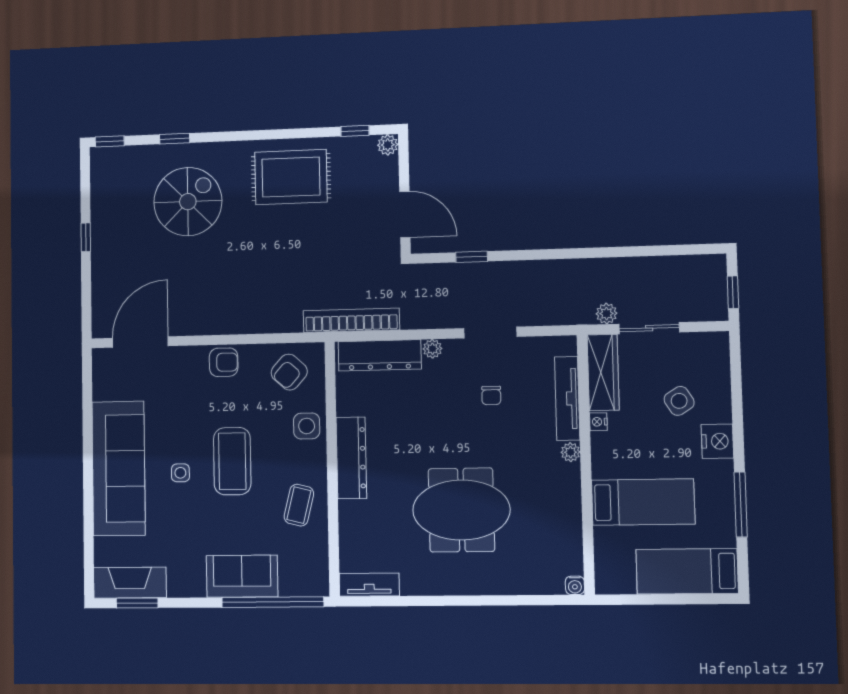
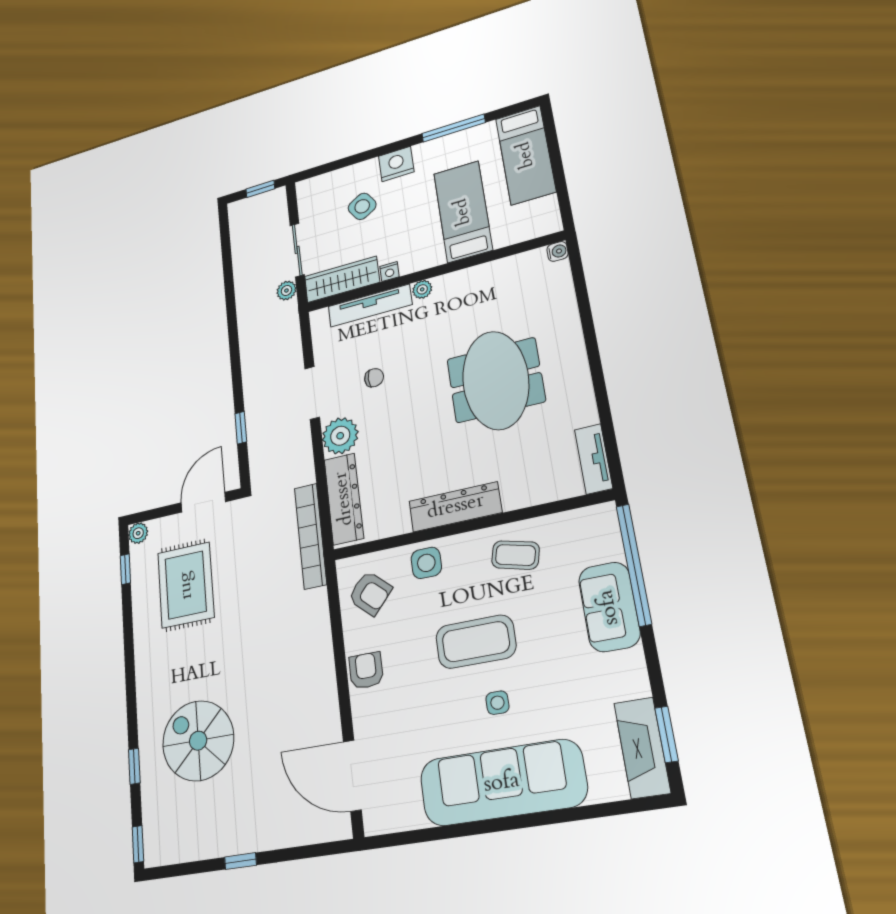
rug: (291, 177) -> (186, 585), moved
plant: (432, 349) -> (340, 436), width x1.87, depth x1.87

